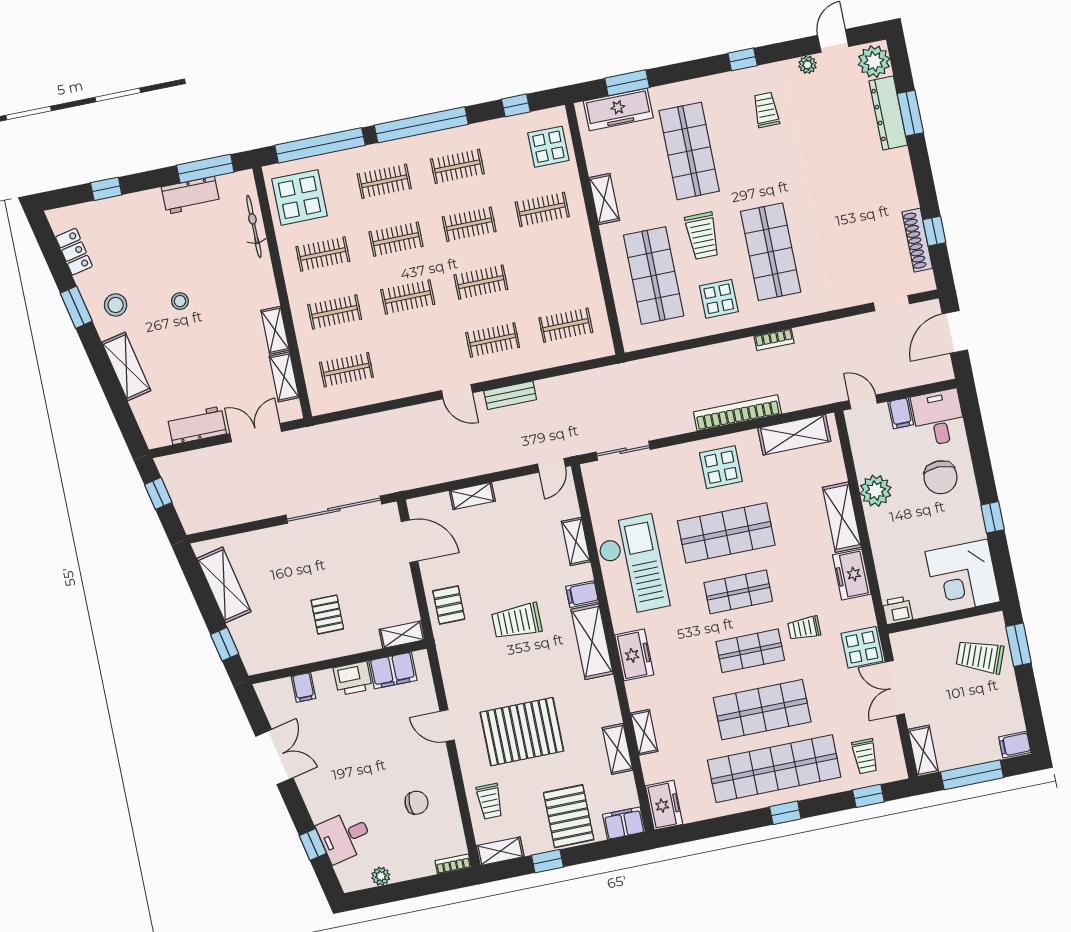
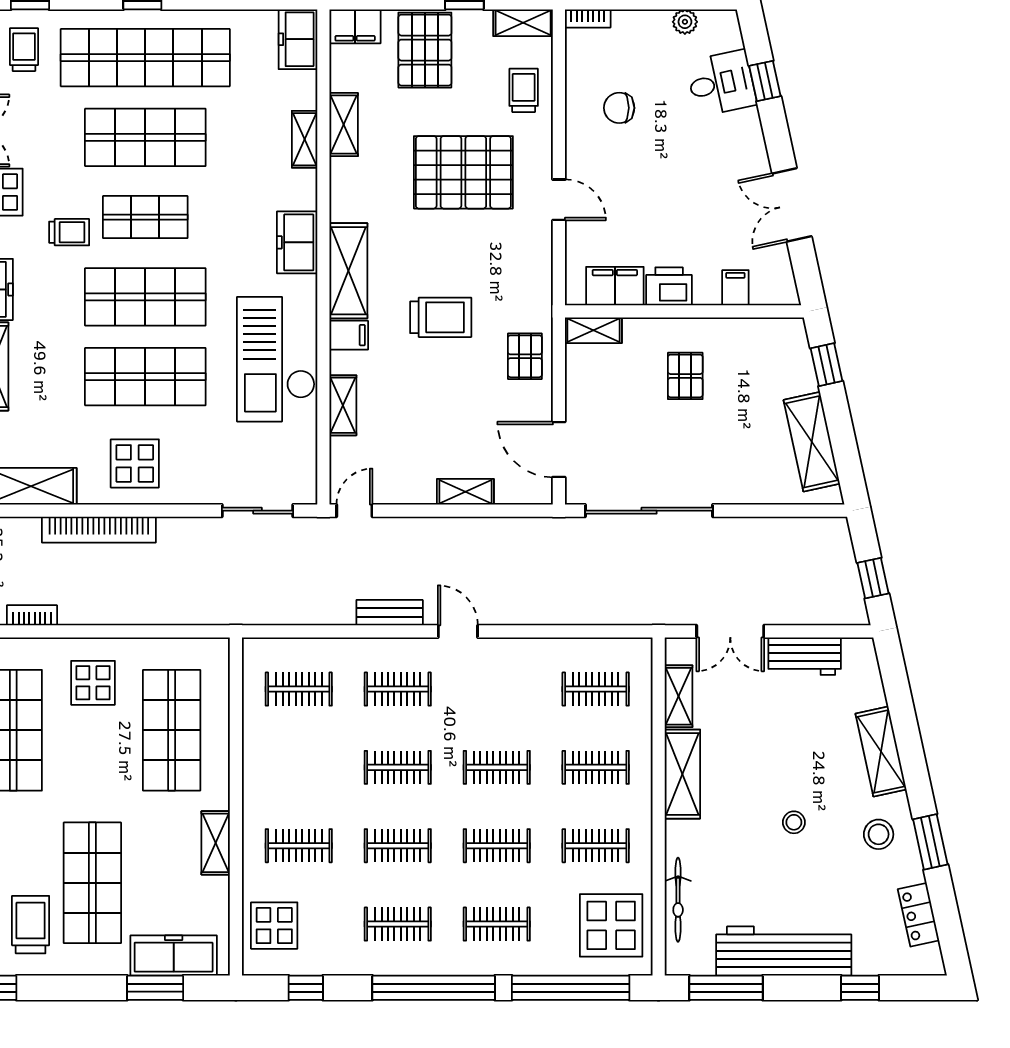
workbench: (191, 195) -> (784, 951), width x1.88, depth x1.32
trolley: (702, 236) -> (31, 925), moved
shelving: (275, 330) -> (682, 774), width x1.50, depth x1.33
shop shelf: (738, 592) -> (145, 297), width x1.43, depth x1.36

